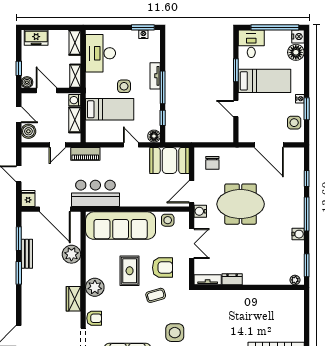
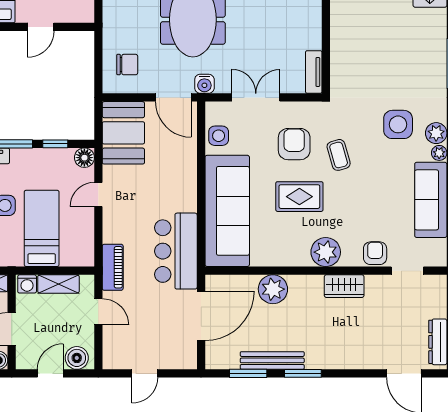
fridge: (28, 199) -> (184, 359), removed
bench: (27, 254) -> (272, 360), width x1.36
dresser: (232, 279) -> (313, 33), removed

